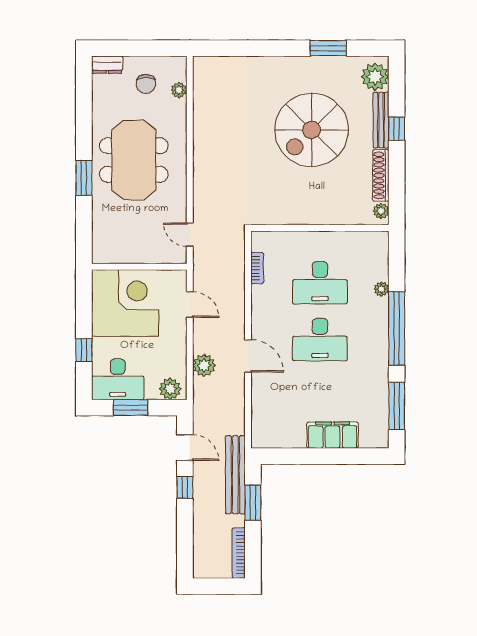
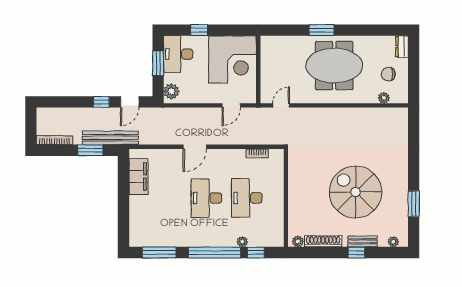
plant: (375, 77) -> (393, 242), width x0.53, depth x0.53
bench: (381, 120) -> (363, 241), width x0.73
window: (397, 270) -> (256, 253), added
plant: (204, 365) -> (188, 116), removed
filing cabinet: (333, 435) -> (138, 176), moved

